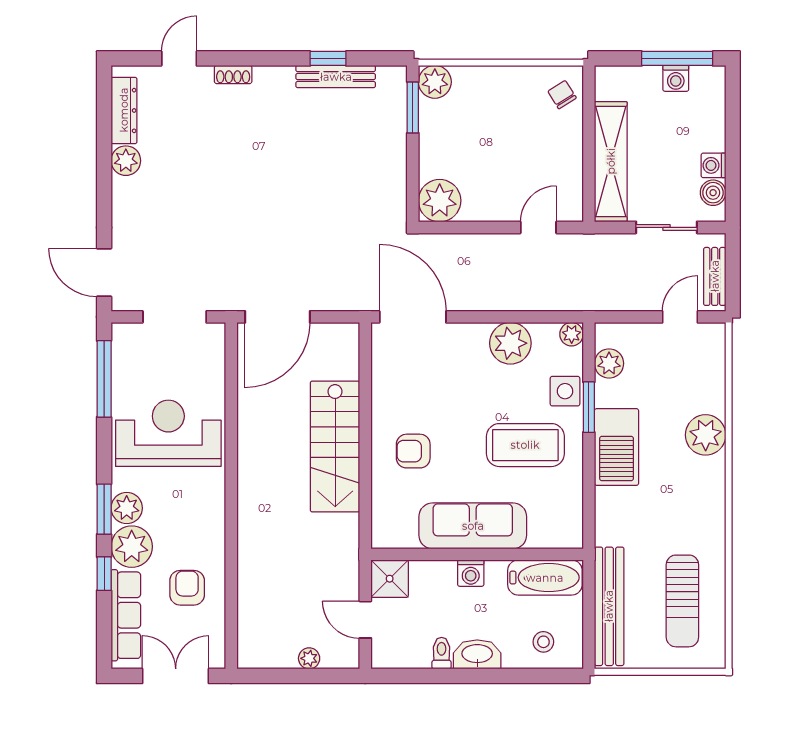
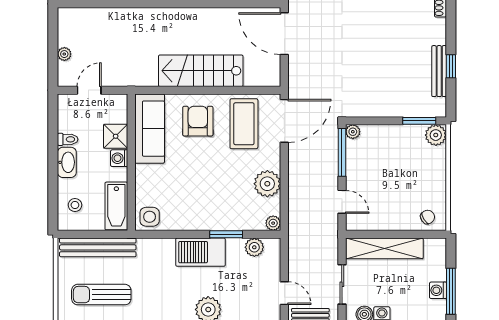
plant: (440, 201) -> (353, 132), width x0.53, depth x0.53
window: (462, 227) -> (342, 152), added
side table: (565, 391) -> (150, 217), moved
coffee table: (525, 445) -> (244, 124), moved
armchair: (413, 451) -> (198, 121), width x1.38, depth x1.38
sofa: (473, 526) -> (150, 129), moved
shower: (390, 579) -> (116, 136), moved

